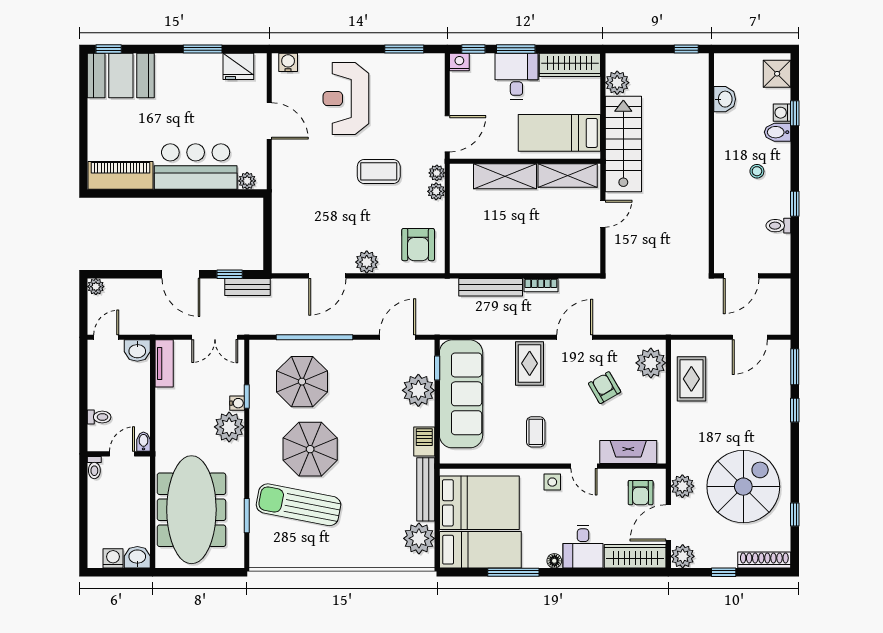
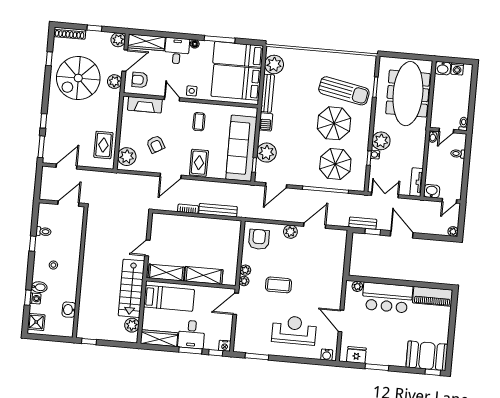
reception desk: (346, 99) -> (294, 330), turned -90
armchair: (641, 493) -> (140, 80), turned -90

